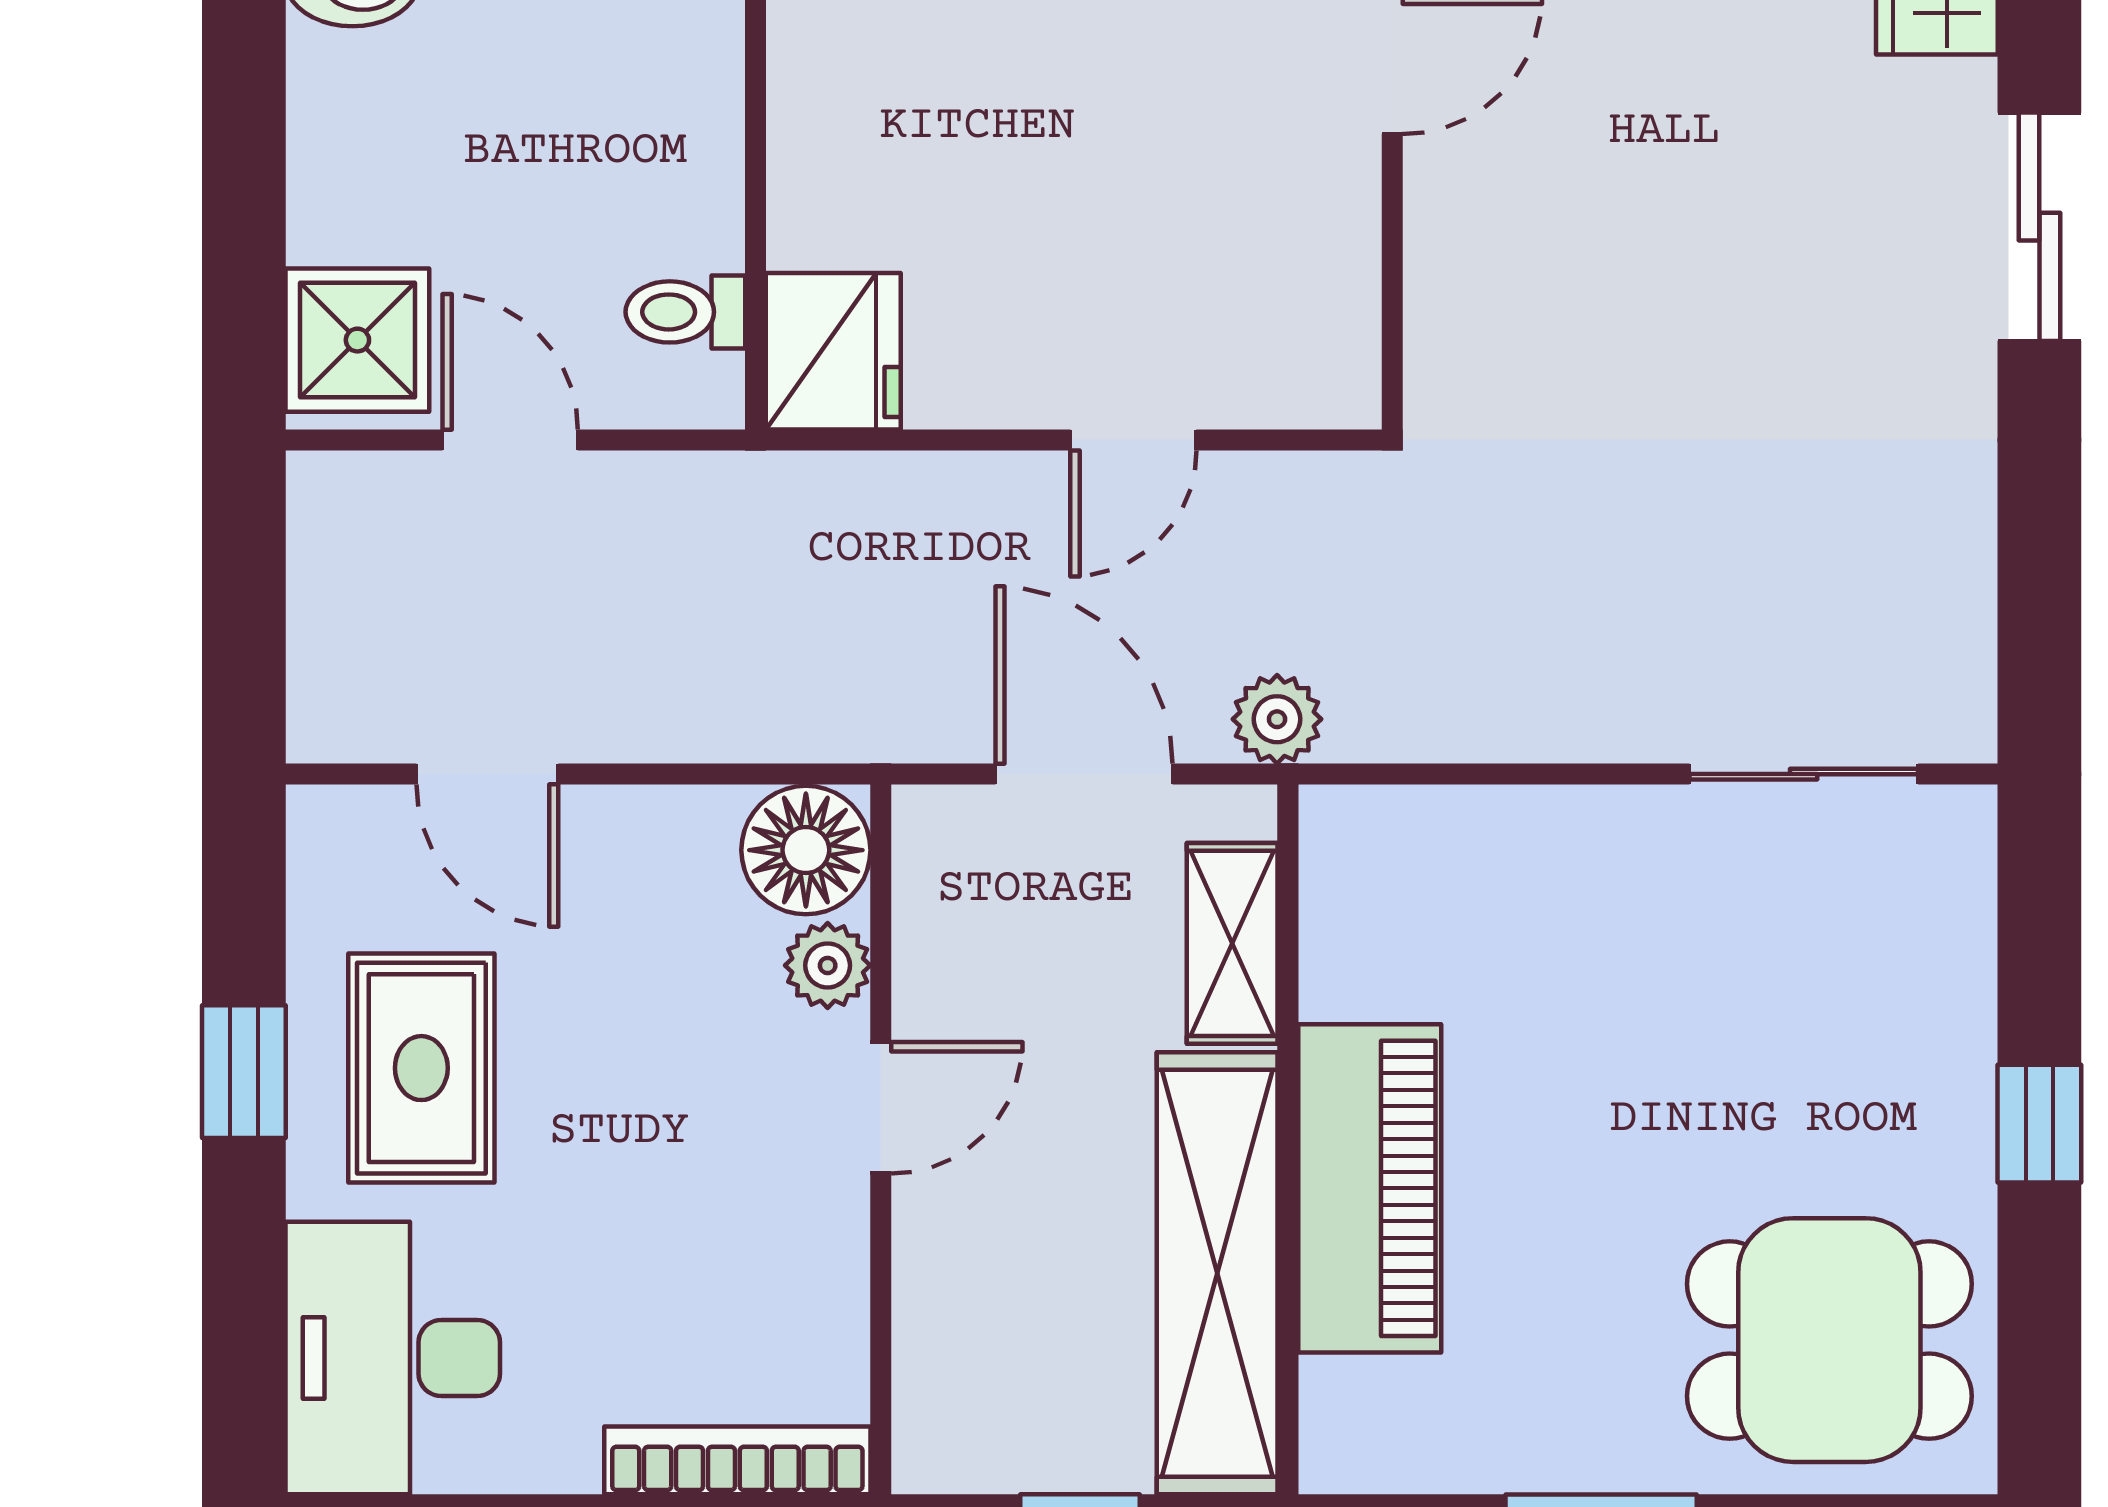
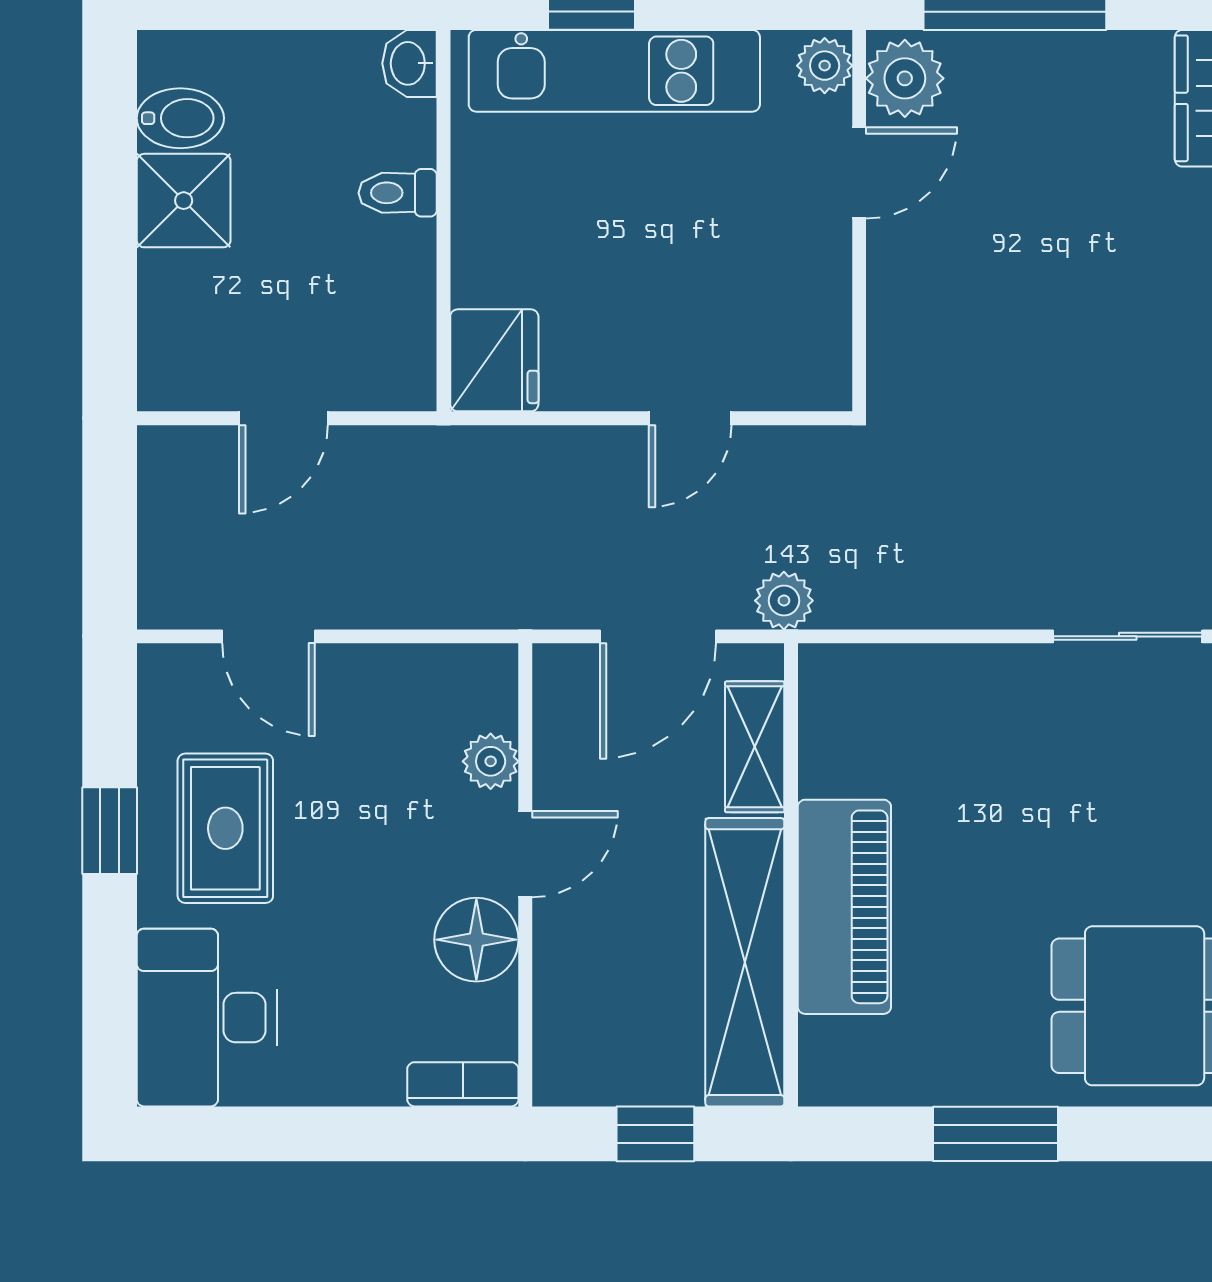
toilet: (685, 312) -> (398, 193), moved
shower: (357, 340) -> (184, 201), moved
door: (510, 440) -> (283, 418), swing flipped
door: (1084, 774) -> (658, 636), swing flipped
floor lamp: (806, 850) -> (476, 940), moved
bookcase: (737, 1460) -> (463, 1084), width x0.64

